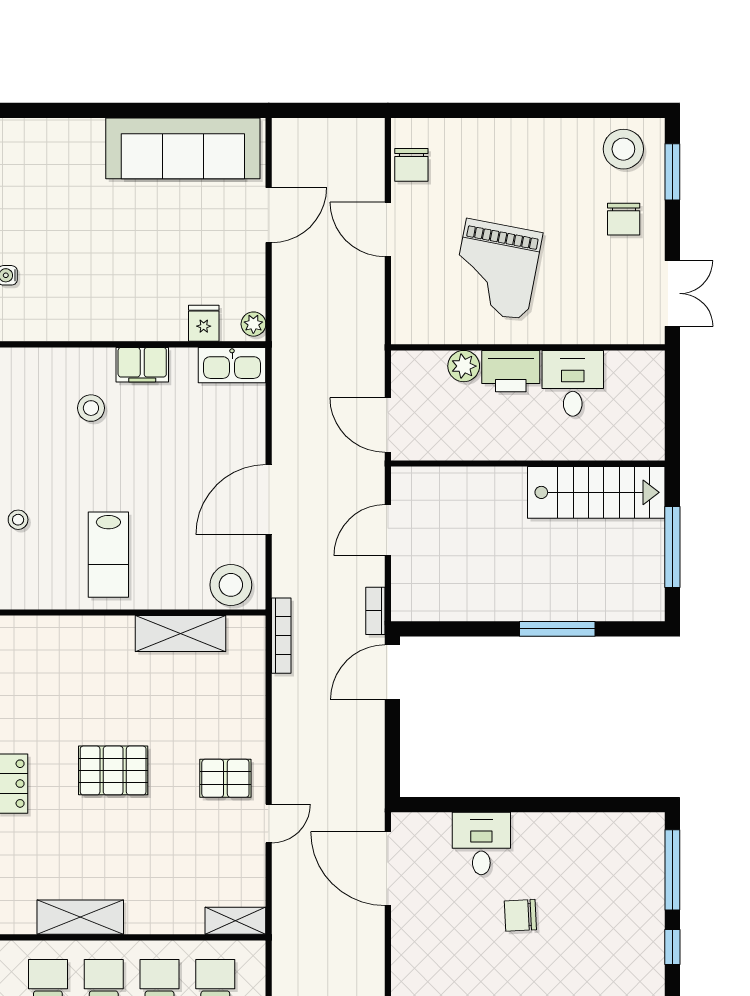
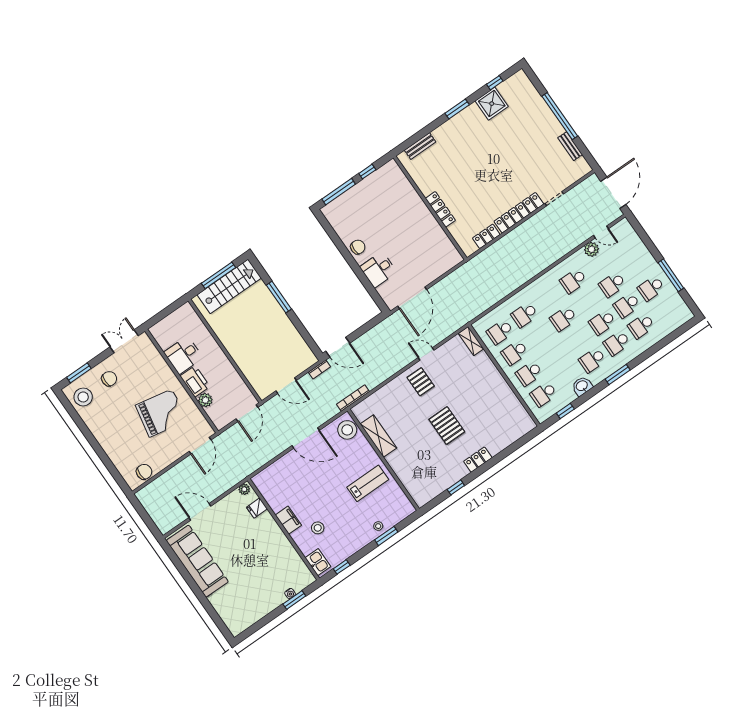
door: (388, 229) -> (200, 446), moved
kitchen sink: (232, 365) -> (318, 562), moved, width x0.73
stairs: (596, 492) -> (229, 286), moved, turned 90
chair: (520, 915) -> (358, 247), moved, turned -87
shelving: (80, 917) -> (510, 400), removed

